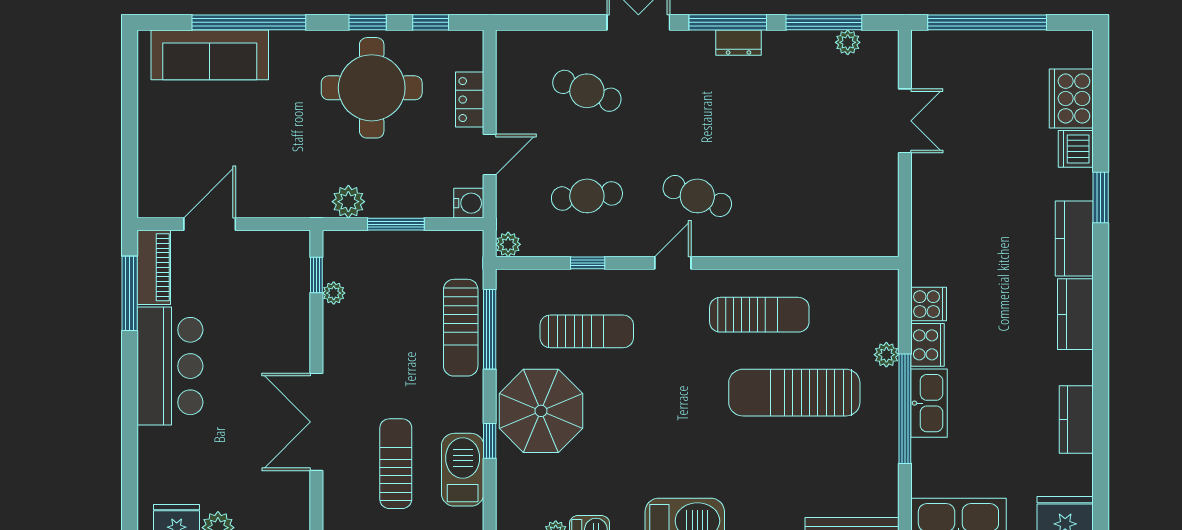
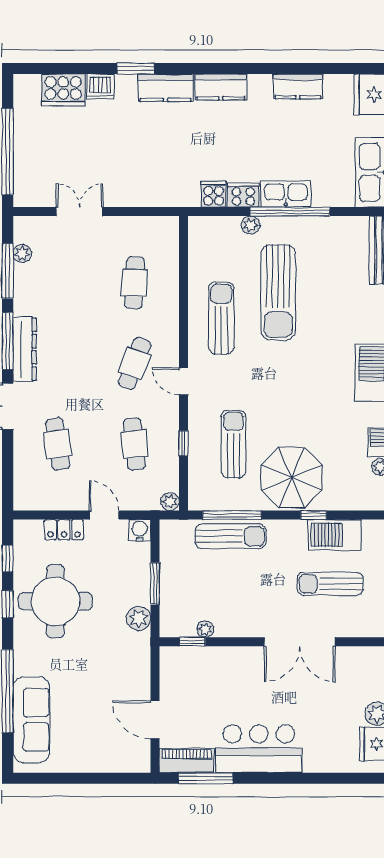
dresser: (738, 43) -> (25, 349), width x1.96, depth x1.24
cafe table: (587, 91) -> (58, 444), turned -30
cafe table: (808, 196) -> (134, 283), added

